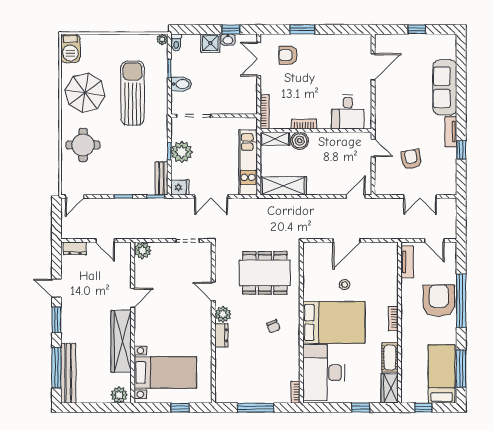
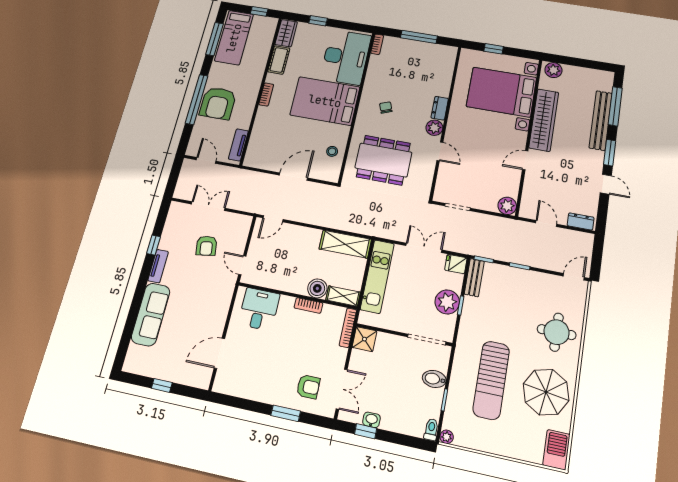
shower: (210, 43) -> (364, 339), moved
stool: (344, 285) -> (332, 151), moved
bed with nightstands: (165, 372) -> (501, 92), width x1.36
bench: (68, 373) -> (601, 120), moved

